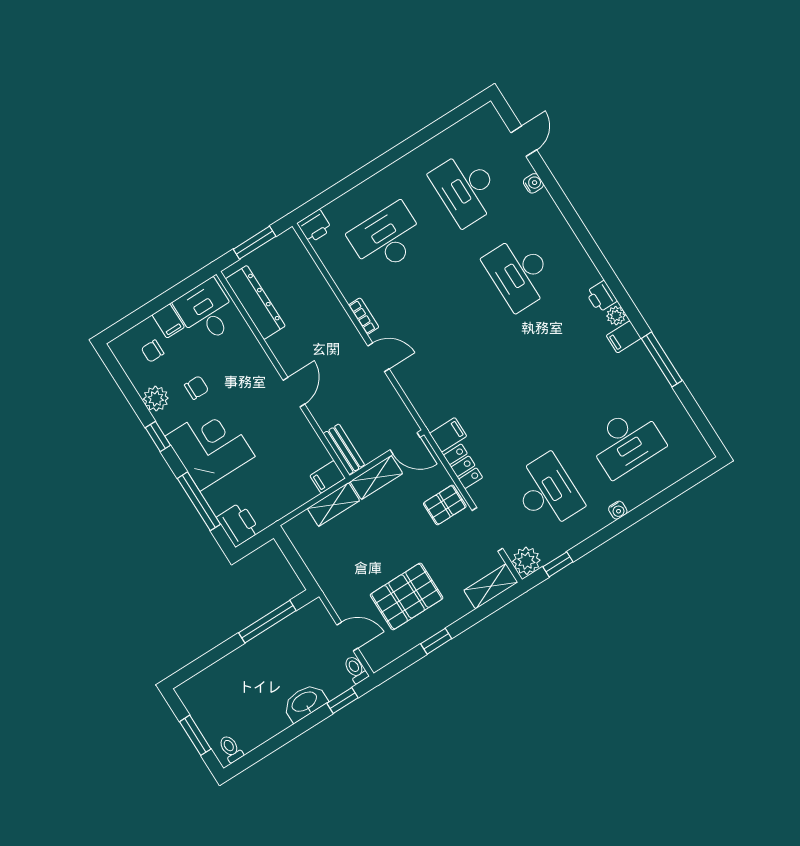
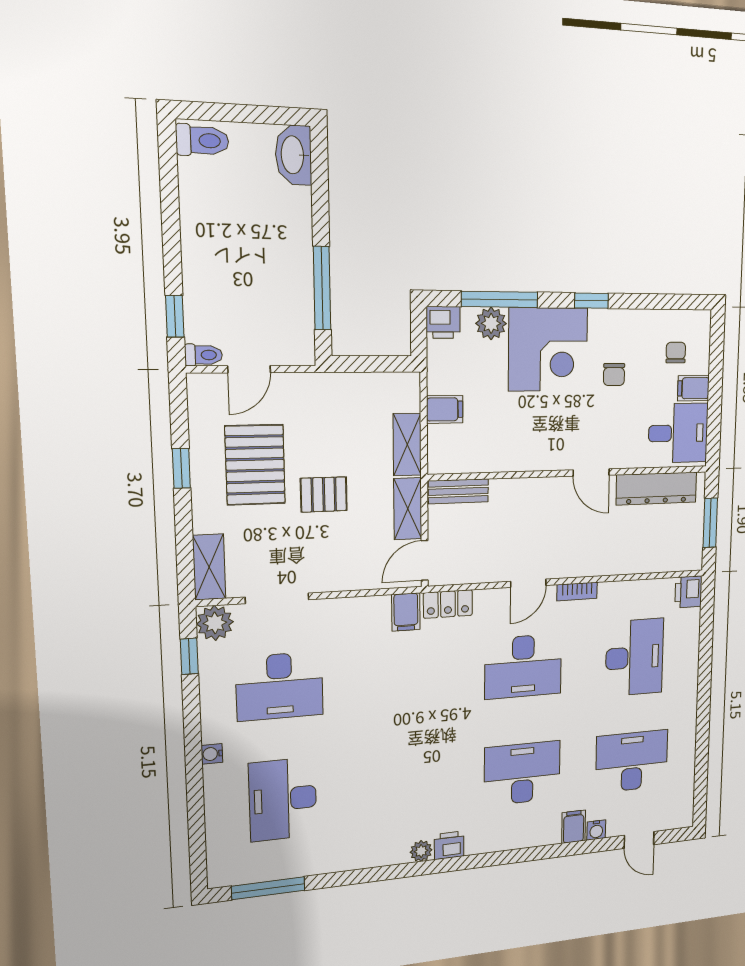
desk: (440, 323) -> (523, 666), added
filing cabinet: (624, 337) -> (574, 827), moved
window: (662, 359) -> (268, 888), moved
door: (294, 392) -> (591, 473), moved
plant: (156, 399) -> (491, 323), moved
locker: (463, 466) -> (448, 604), moved
filing cabinet: (328, 477) -> (445, 409), moved, turned 90
pallet: (445, 505) -> (324, 495), moved, turned 90
printer: (238, 525) -> (443, 322), width x0.73, depth x0.81
washbasin: (305, 702) -> (293, 155), moved, turned 180
window: (195, 735) -> (238, 113), removed
toilet: (231, 749) -> (202, 140), width x1.37, depth x1.39

